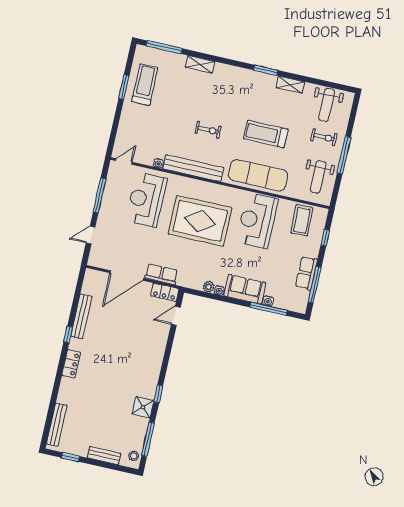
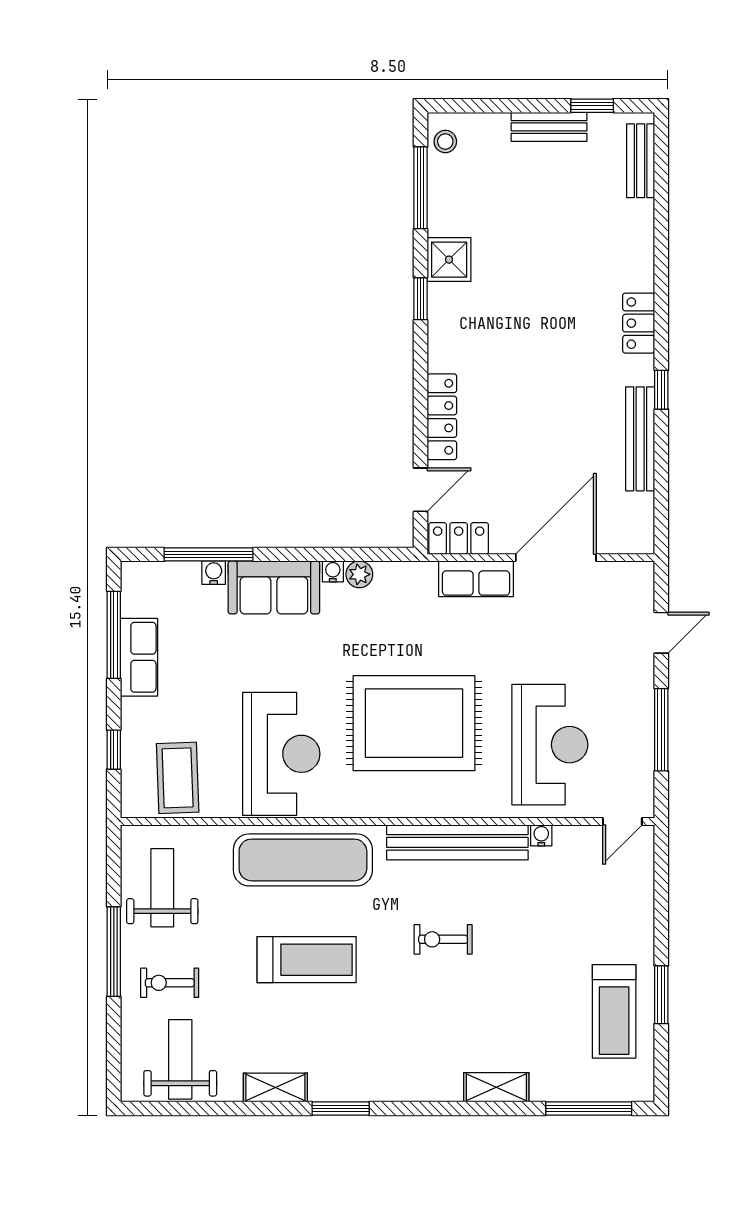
locker: (160, 344) -> (442, 417), added
bench: (57, 425) -> (641, 161), width x0.73
bench: (104, 455) -> (549, 127), moved

